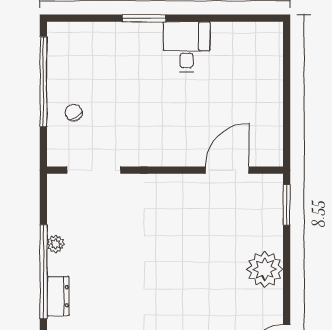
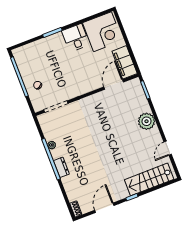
corner desk: (245, 55) -> (102, 32), added
filing cabinet: (266, 134) -> (125, 62), added

